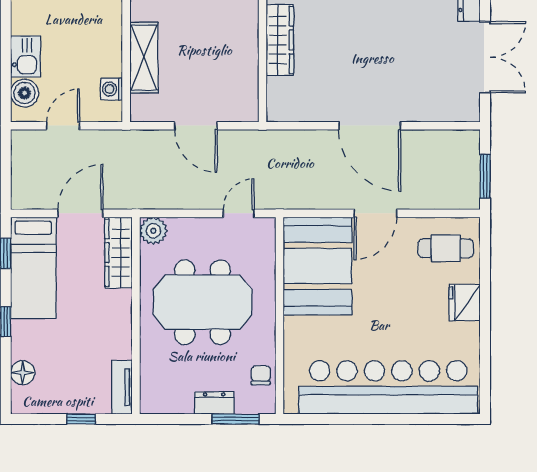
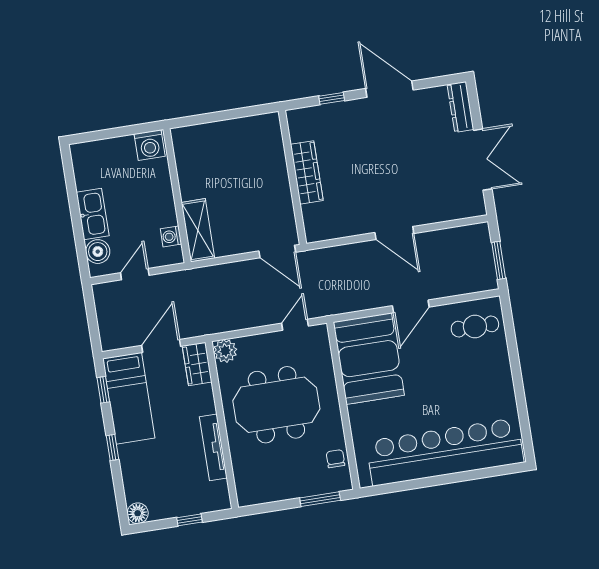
kitchen sink: (25, 57) -> (93, 214), width x1.38
shelving: (144, 57) -> (198, 230), moved
door: (196, 126) -> (277, 252), moved
door: (370, 126) -> (394, 233), width x0.73
wardrobe: (118, 253) -> (197, 364), width x0.67
fridge: (465, 303) -> (498, 370), removed
floor lamp: (23, 373) -> (138, 513), moved
tv unit: (122, 387) -> (213, 447), moved, width x1.41
dresser: (214, 403) -> (300, 488), removed

